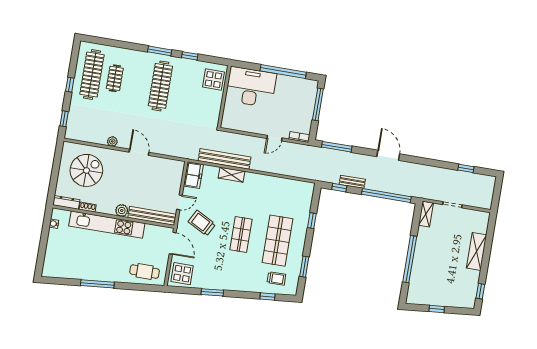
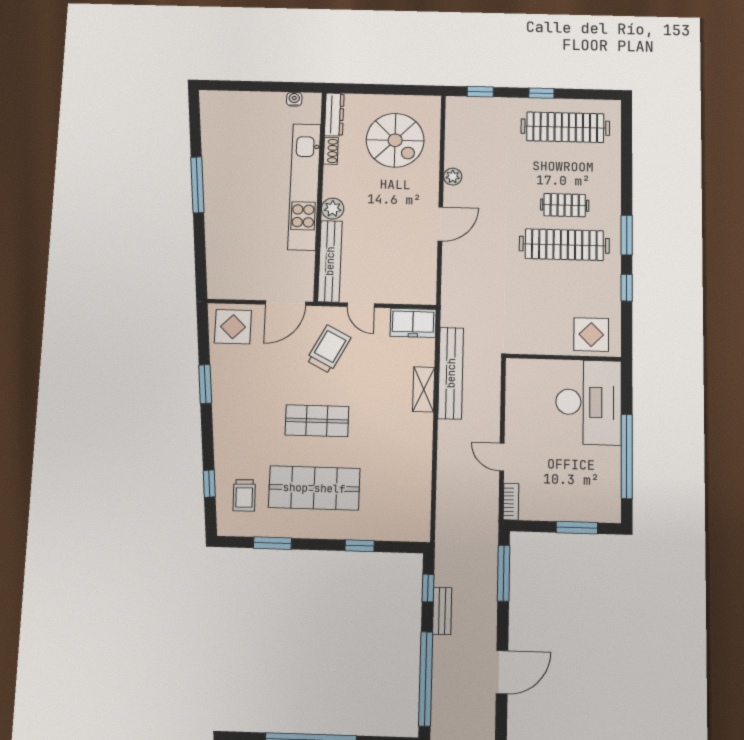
clothes rail: (115, 78) -> (565, 205), moved
window: (318, 104) -> (577, 528), width x0.69
cafe table: (145, 272) -> (229, 262), removed

